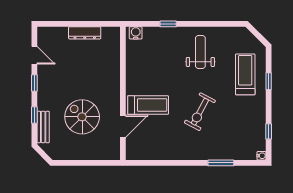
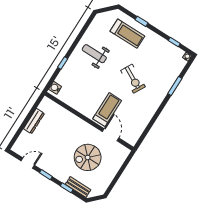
treadmill: (245, 74) -> (127, 34), turned 180

